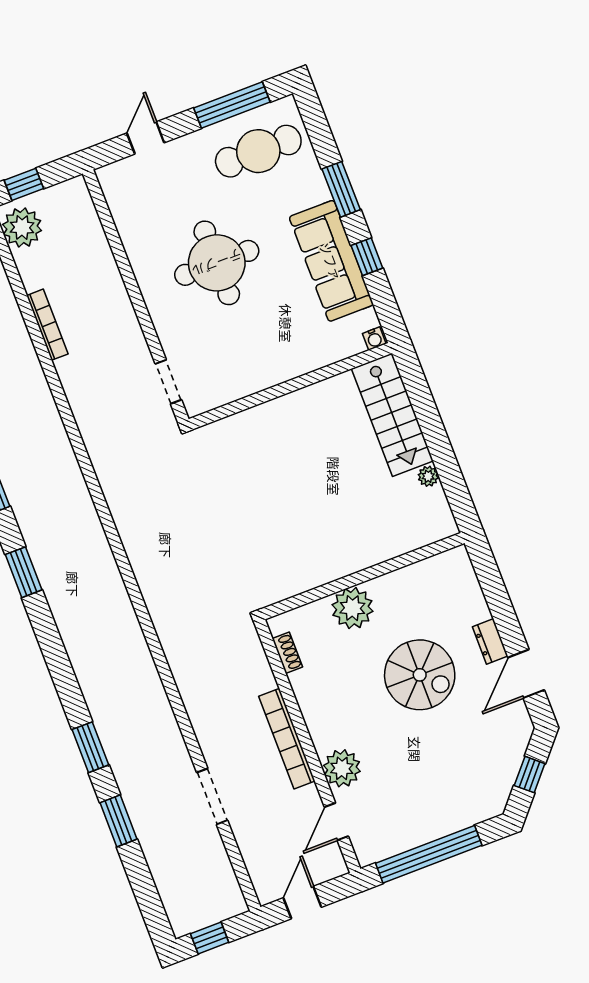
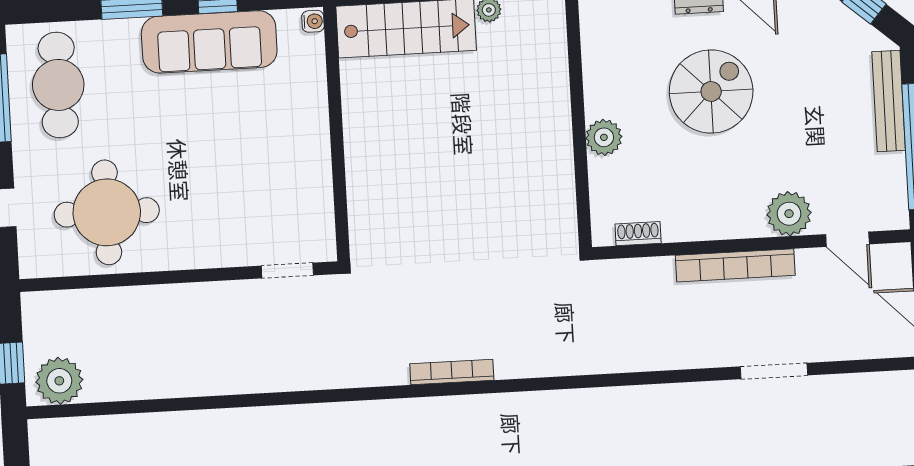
round table: (217, 263) -> (107, 212), moved
bookcase: (47, 325) -> (452, 372), moved
plant: (352, 608) -> (604, 137), width x0.73, depth x0.73
bench: (457, 819) -> (889, 101), added

